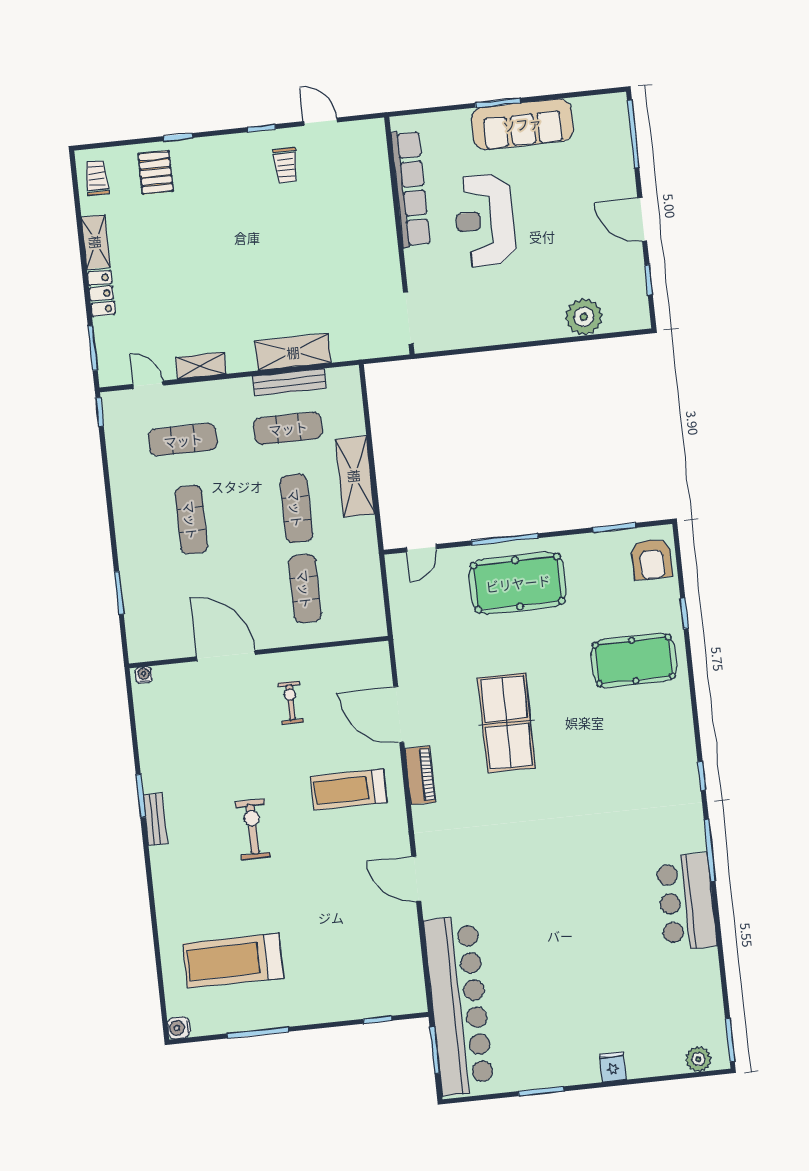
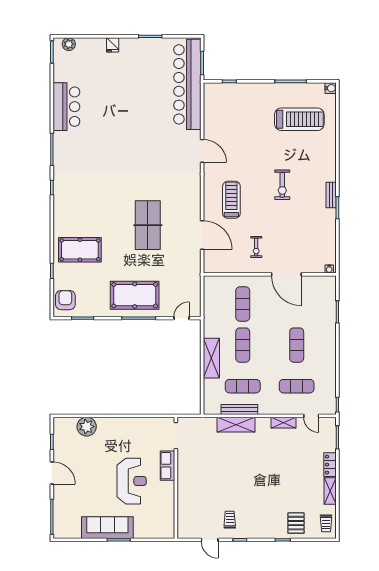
row of seats: (411, 189) -> (167, 466), moved, width x0.50
piano: (420, 775) -> (194, 203), removed
treadmill: (349, 789) -> (231, 200), turned -90
bar counter: (686, 902) -> (66, 107), moved

